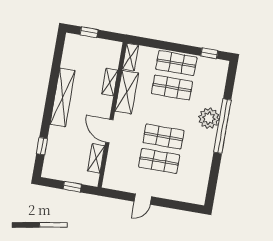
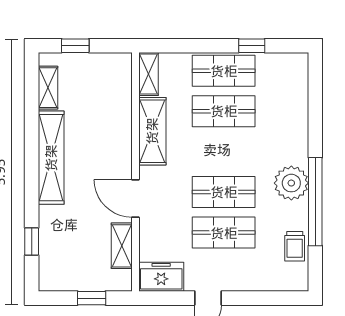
window: (209, 53) -> (252, 46), moved
shelving: (110, 82) -> (48, 88), moved
plant: (209, 118) -> (291, 183), moved
window: (222, 126) -> (315, 202), moved
trolley: (201, 177) -> (295, 246), added
freezer: (117, 181) -> (161, 277), added

